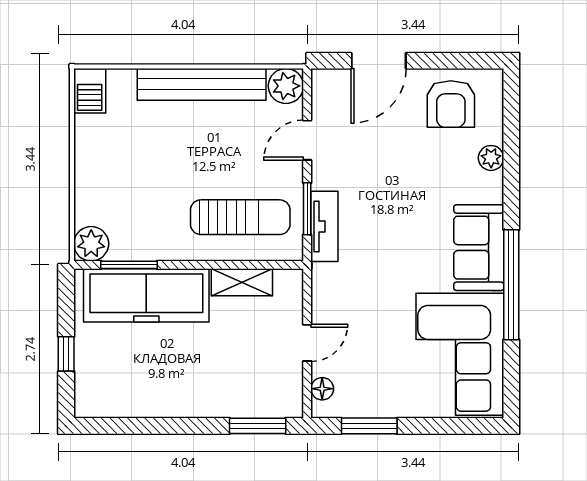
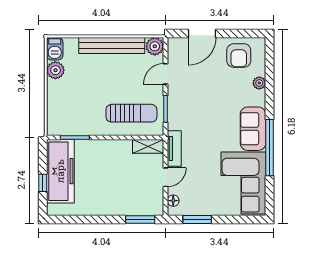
tv unit: (324, 226) -> (174, 148), moved
plant: (91, 244) -> (55, 70), moved
shelving: (242, 282) -> (148, 146), moved
freezer: (146, 295) -> (60, 171), moved, turned -90

